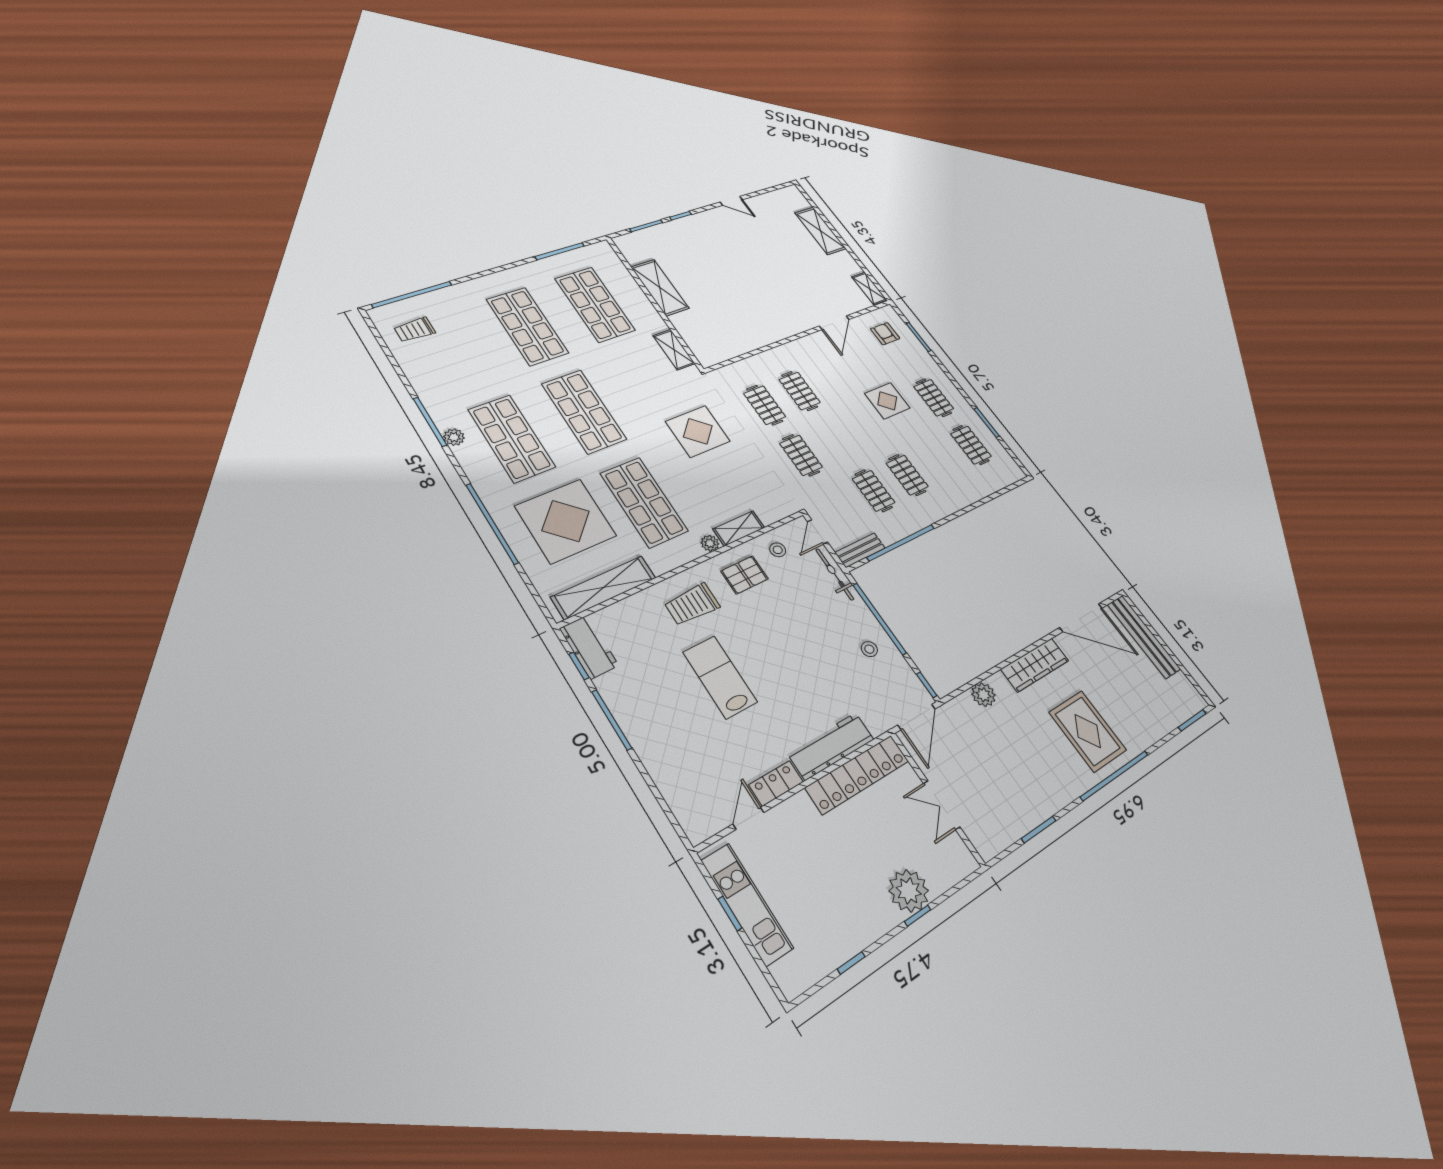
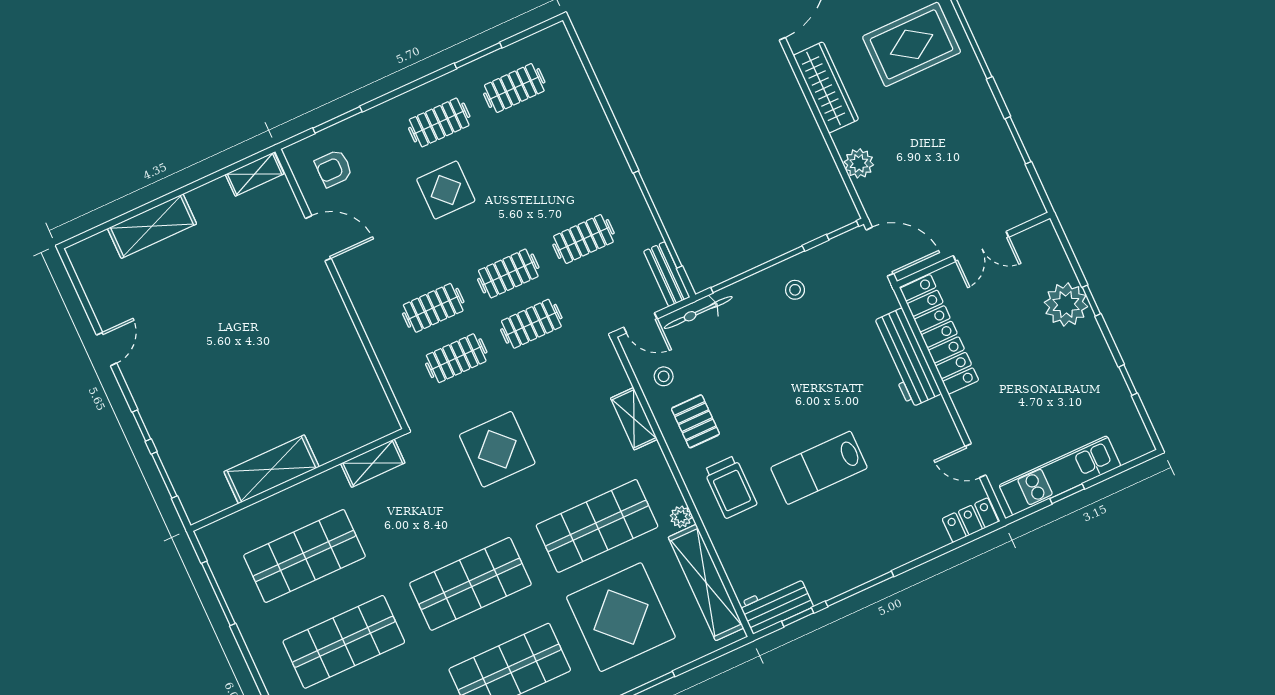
clothes rail: (907, 475) -> (508, 273), moved
plant: (710, 543) -> (681, 517), moved
locker: (776, 783) -> (970, 520), moved, turned 90

